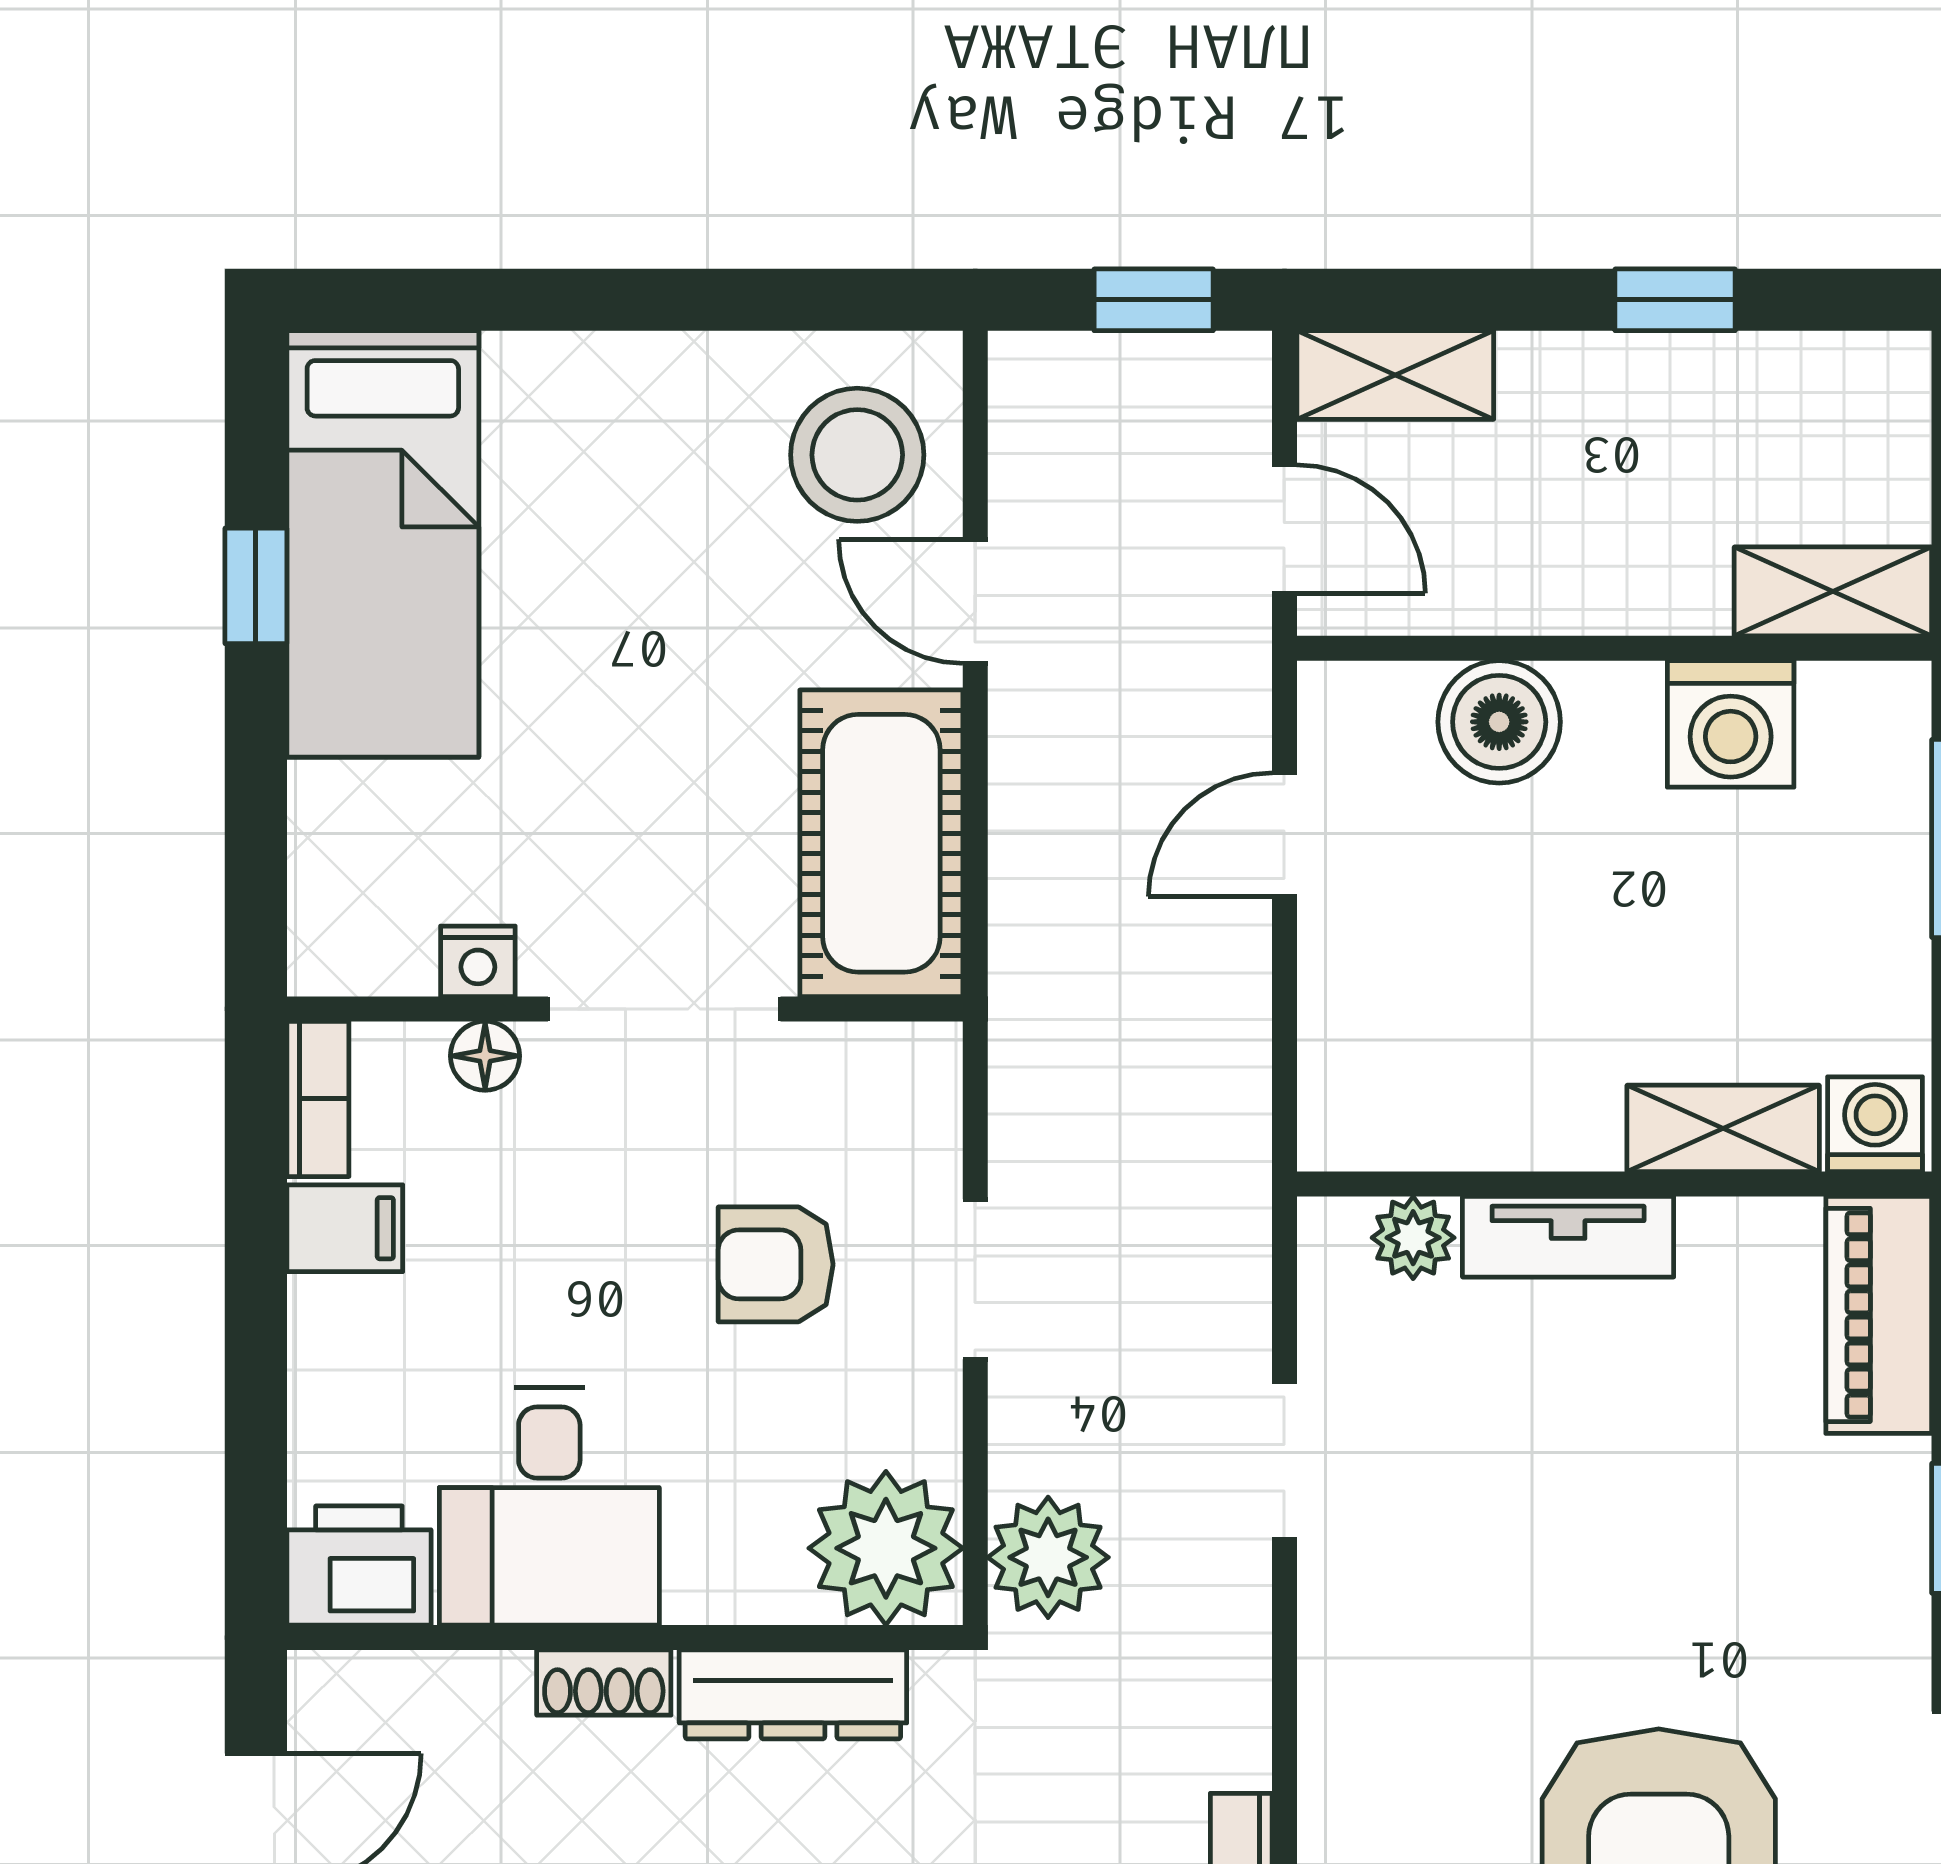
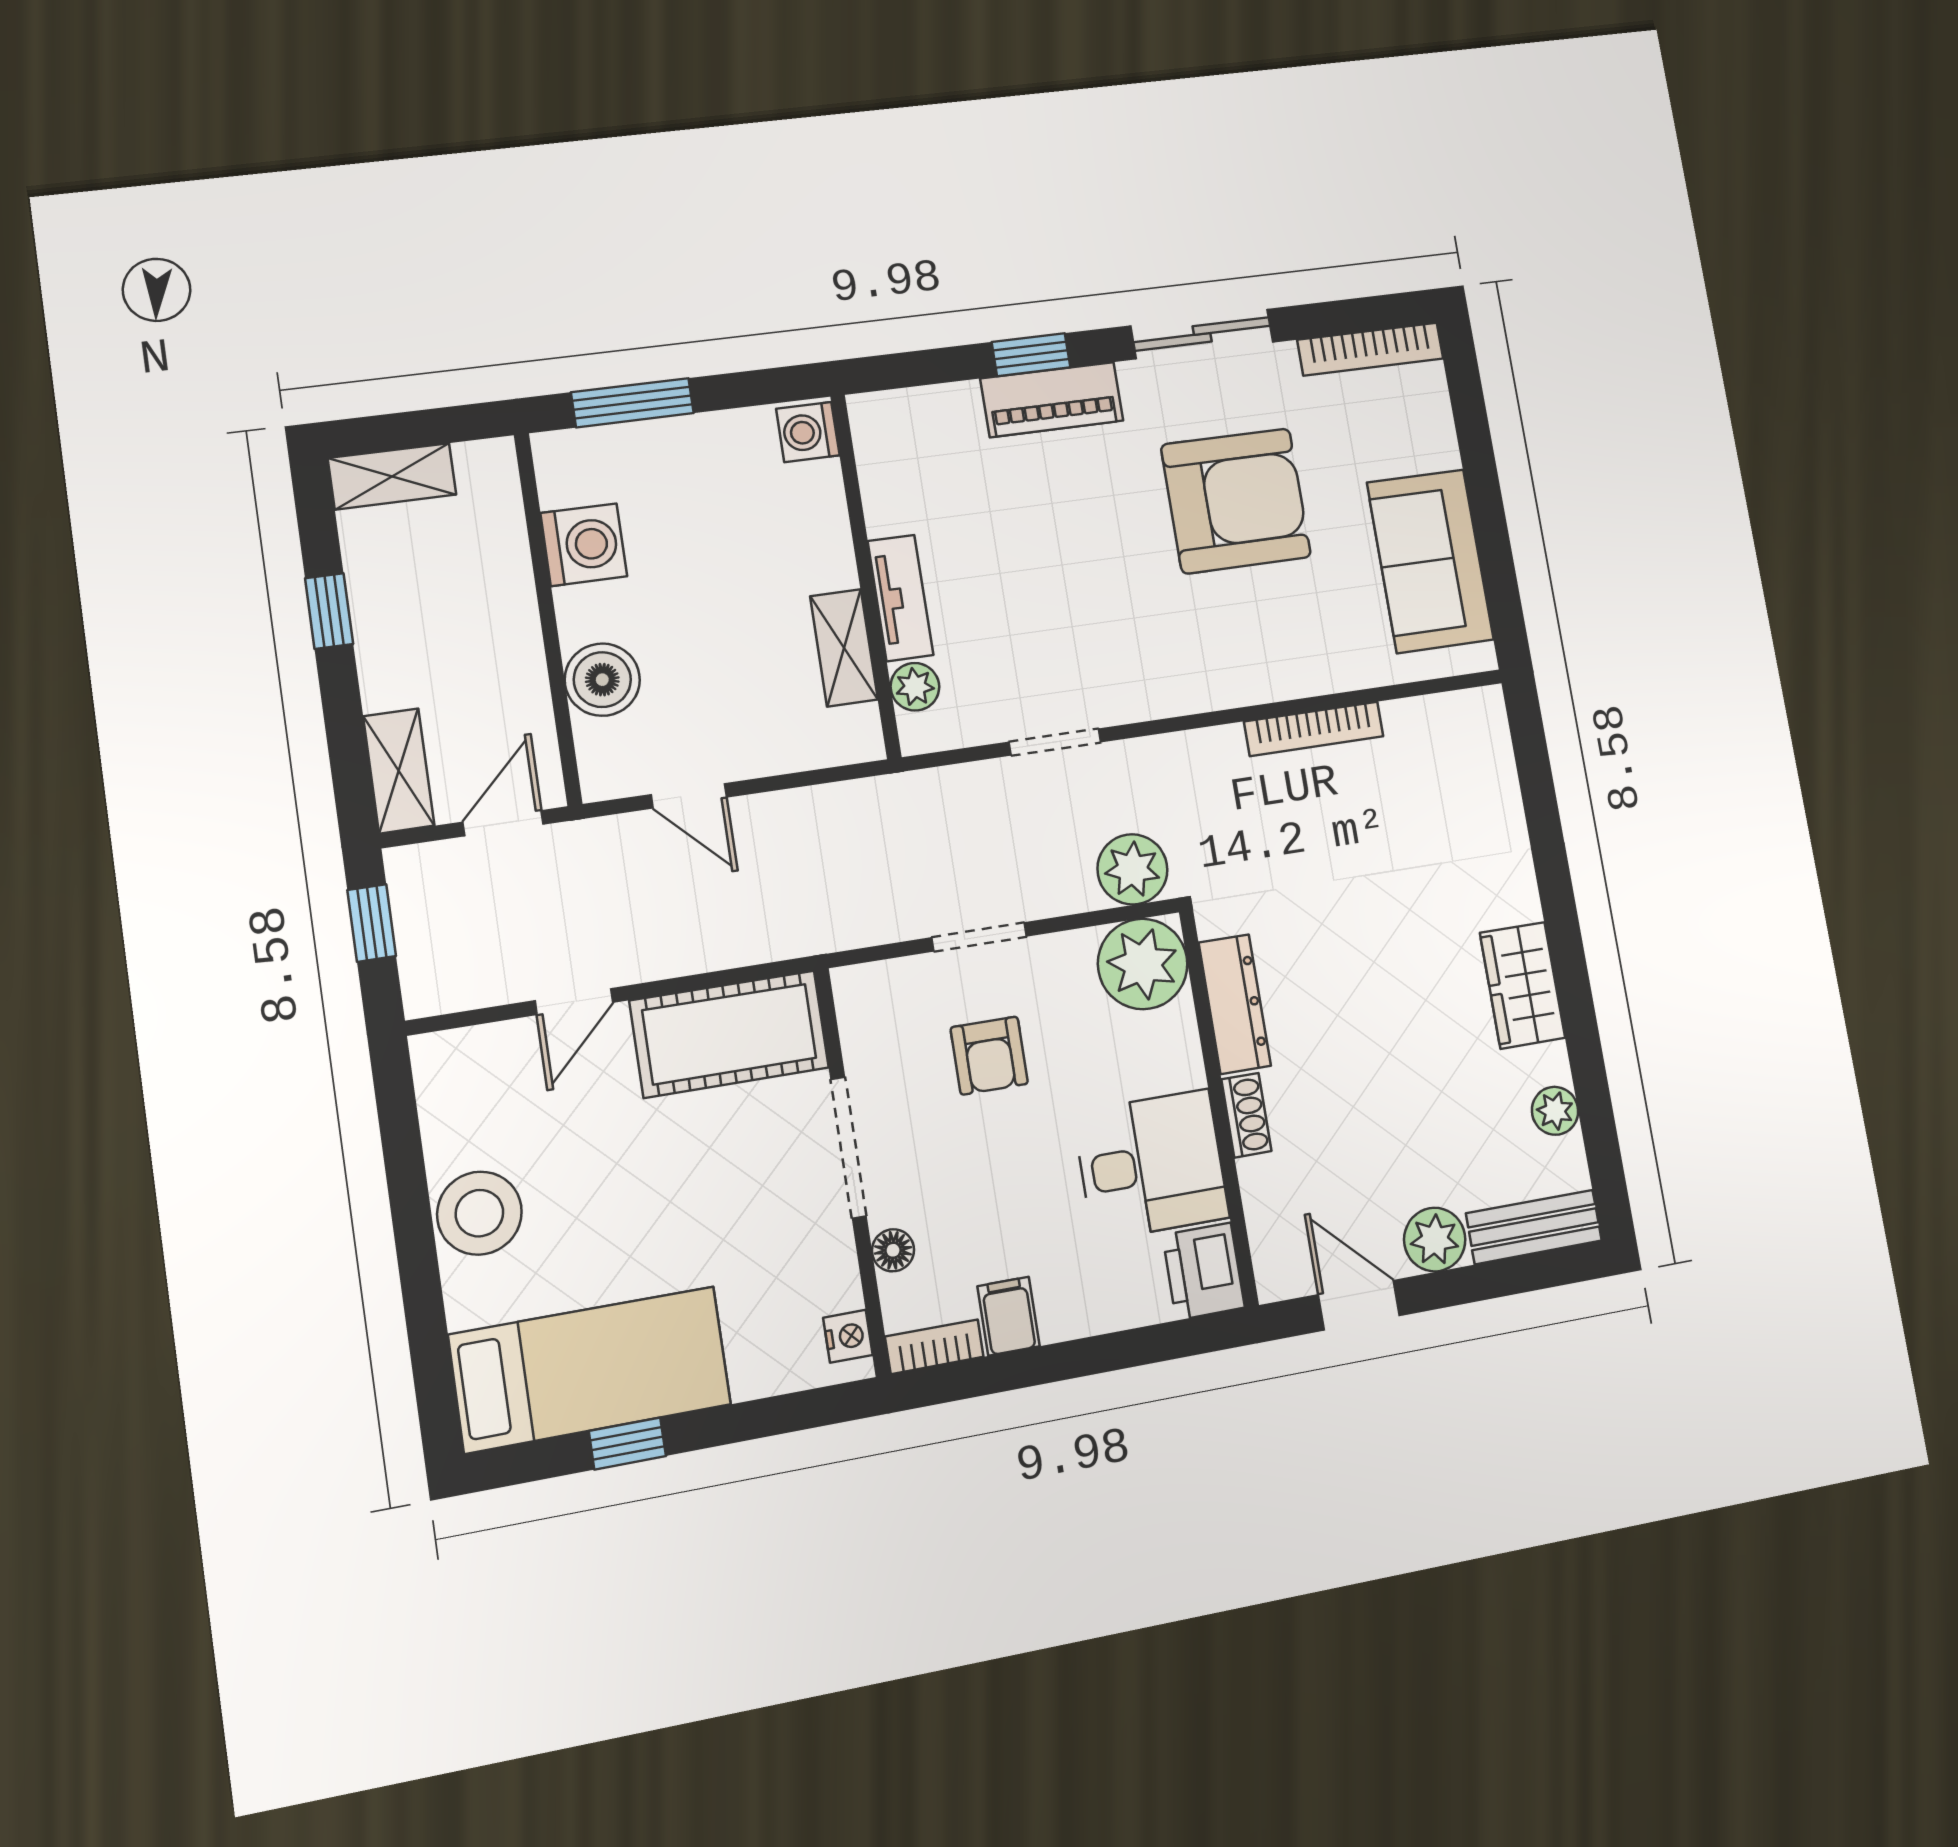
stool: (857, 455) -> (479, 1213), moved
shelving: (1833, 591) -> (392, 476), moved, turned 90
nightstand: (478, 961) -> (848, 1336), moved
shelving: (1723, 1128) -> (844, 648), moved
piano: (1879, 1315) -> (1052, 400), moved

